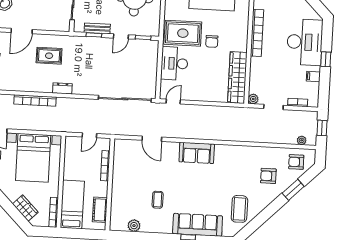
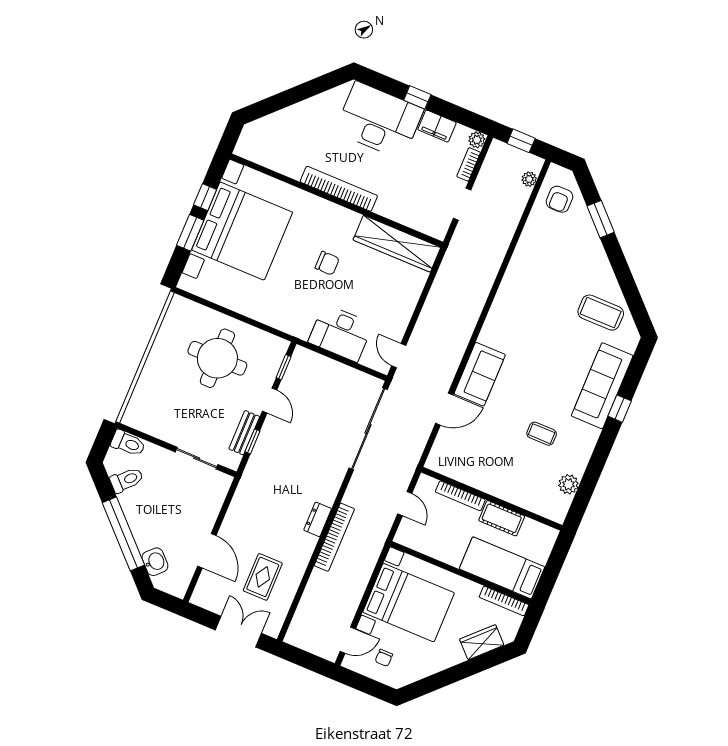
rug: (183, 33) -> (299, 303), removed
rug: (49, 56) -> (263, 577), moved
filing cabinet: (313, 76) -> (437, 126), width x2.00
plant: (253, 99) -> (477, 140), moved
bookcase: (35, 101) -> (334, 537), moved
sofa: (197, 153) -> (480, 374), moved
armchair: (268, 176) -> (566, 250), removed
cot: (100, 210) -> (502, 518), moved

